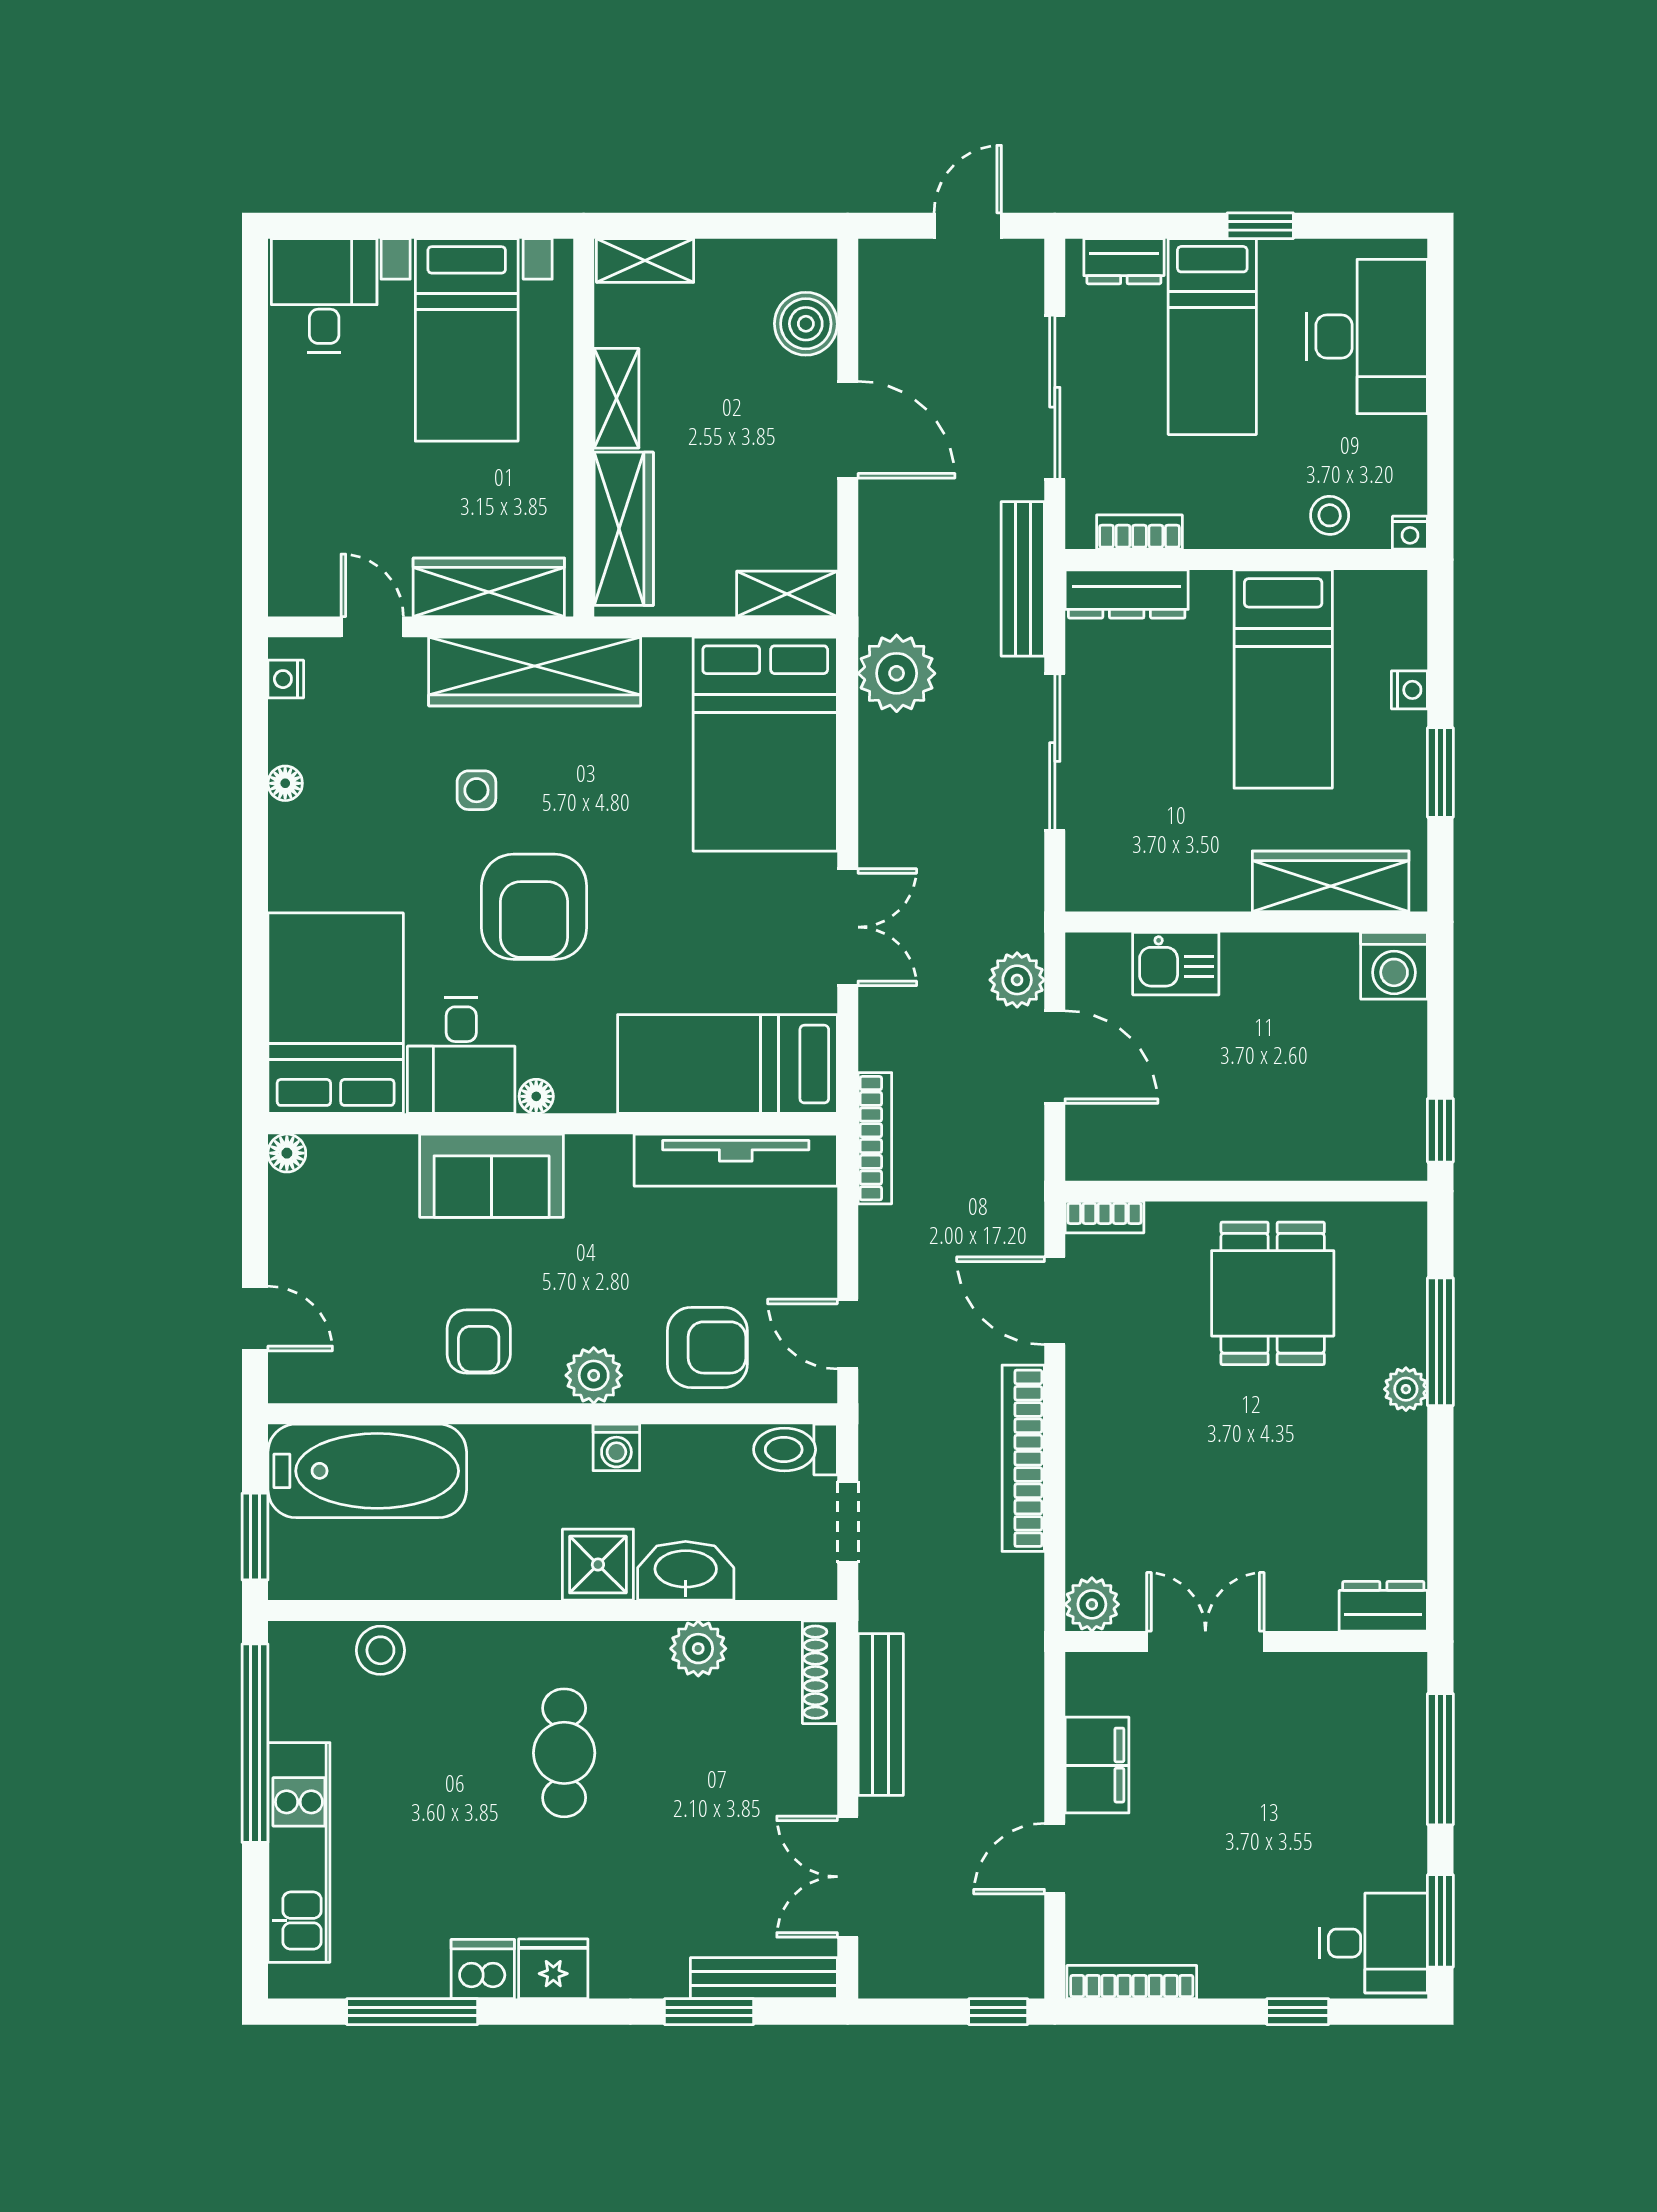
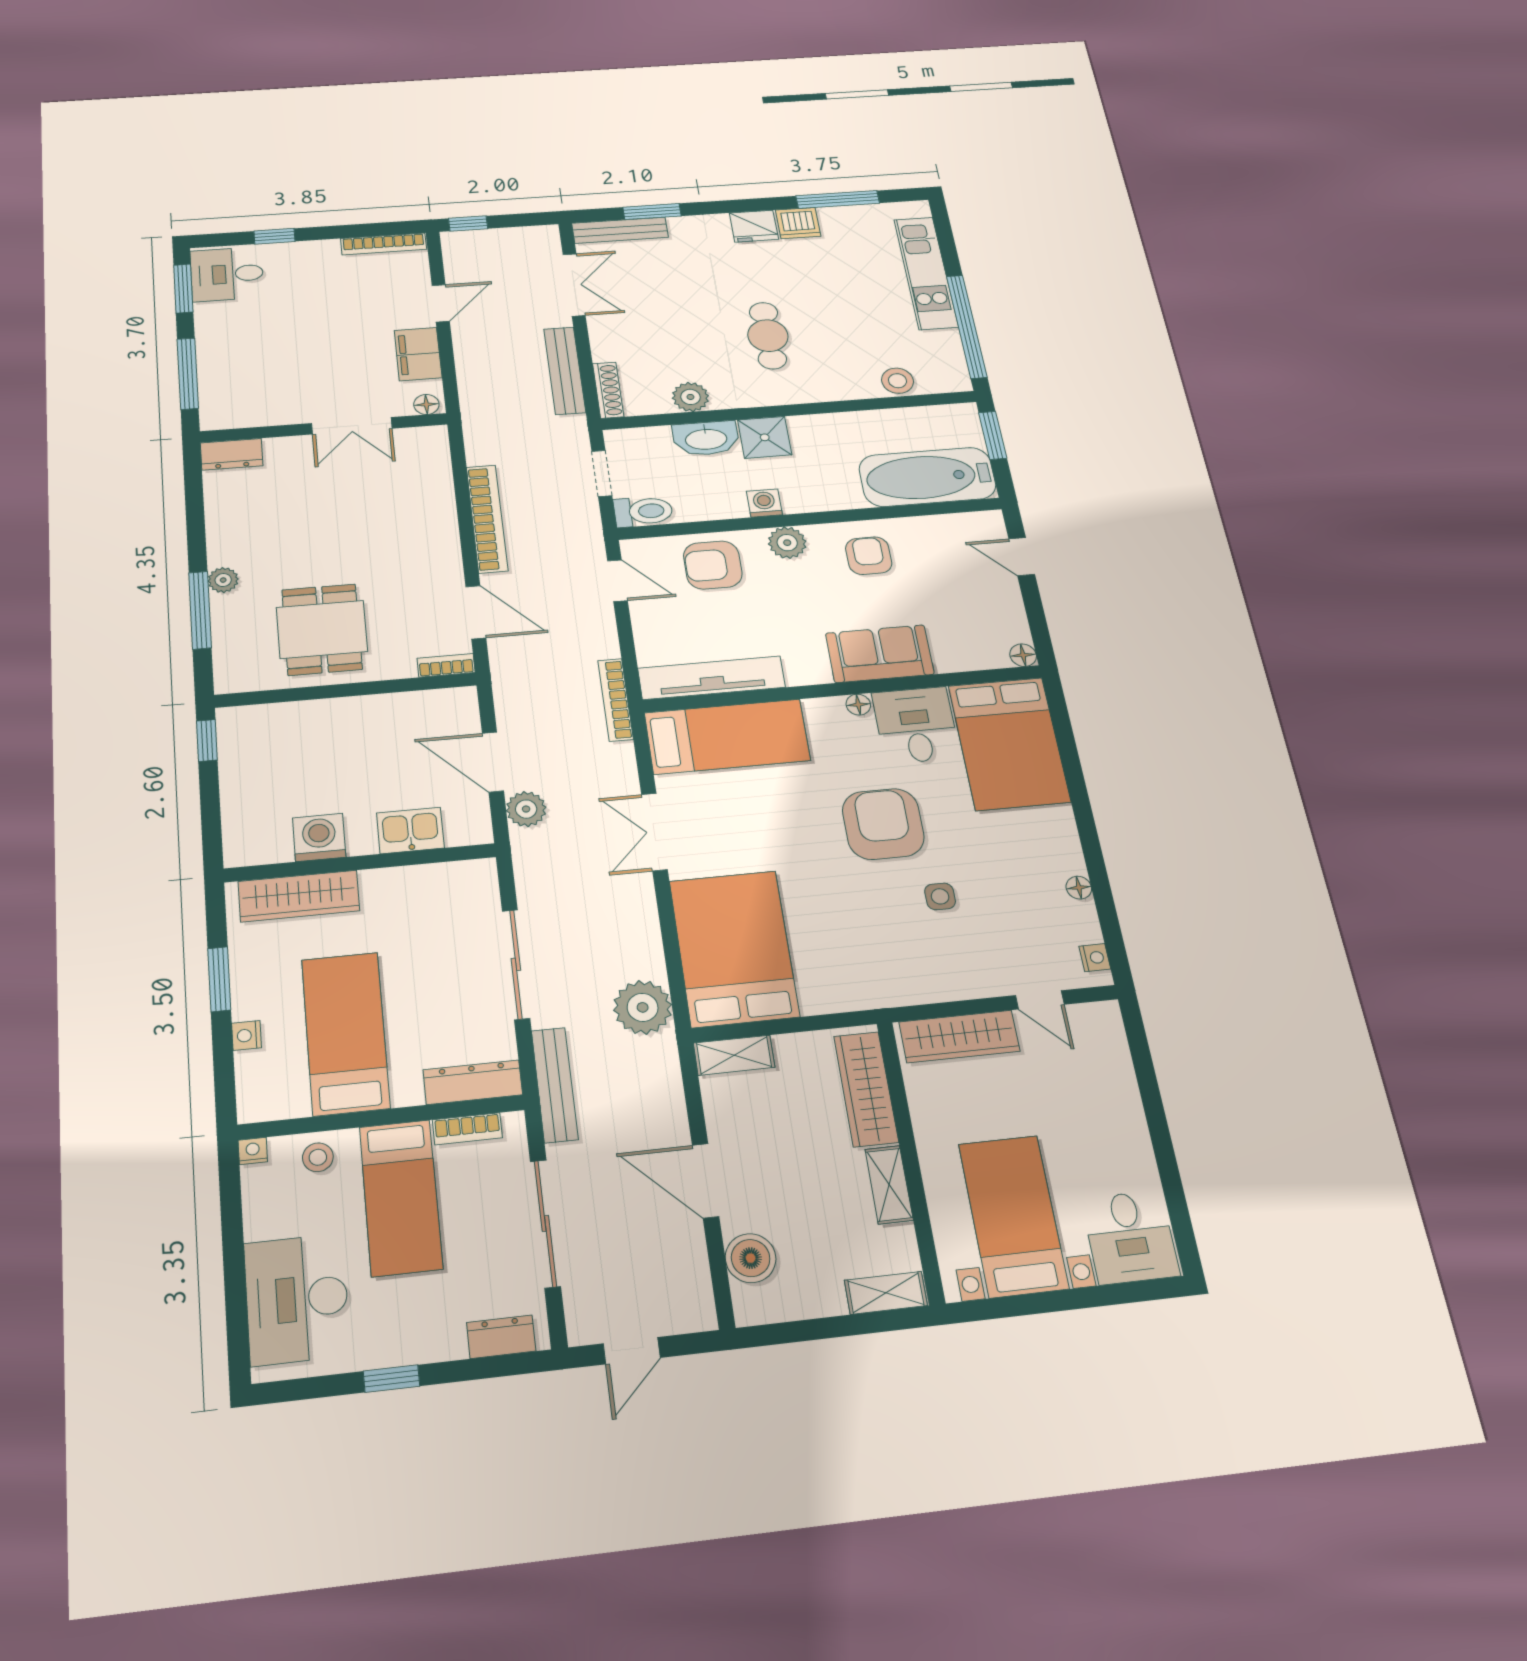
bed: (1212, 337) -> (401, 1197), moved, turned 180
wardrobe: (535, 672) -> (914, 981), removed
washing machine: (1394, 966) -> (319, 837), moved
plant: (1092, 1604) -> (431, 440), removed
floor lamp: (1093, 1670) -> (426, 404), added

